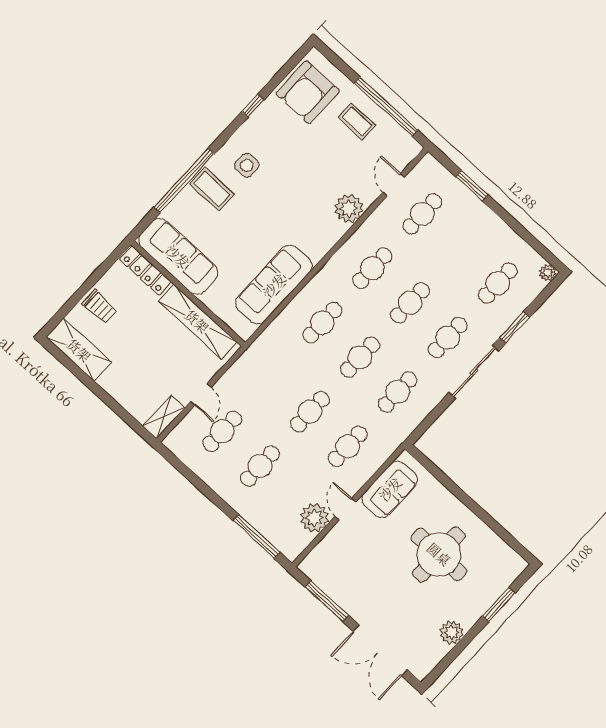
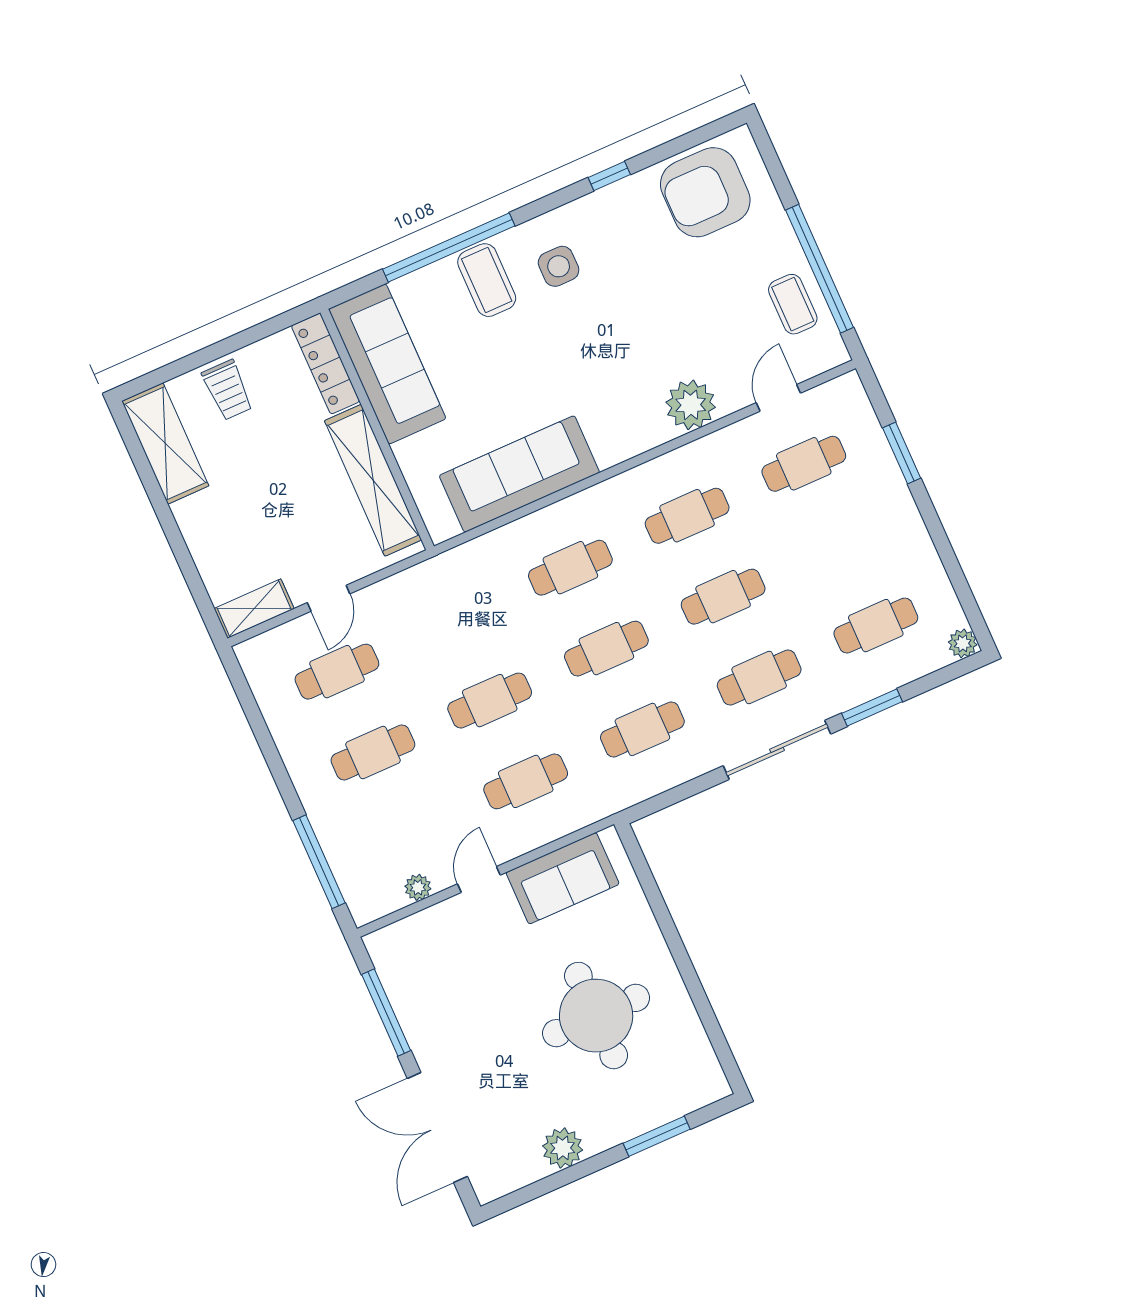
coffee table: (357, 121) -> (793, 304), moved
plant: (314, 518) -> (418, 887), width x0.53, depth x0.53

